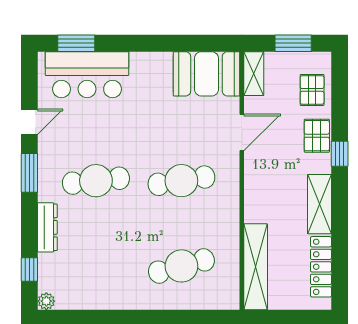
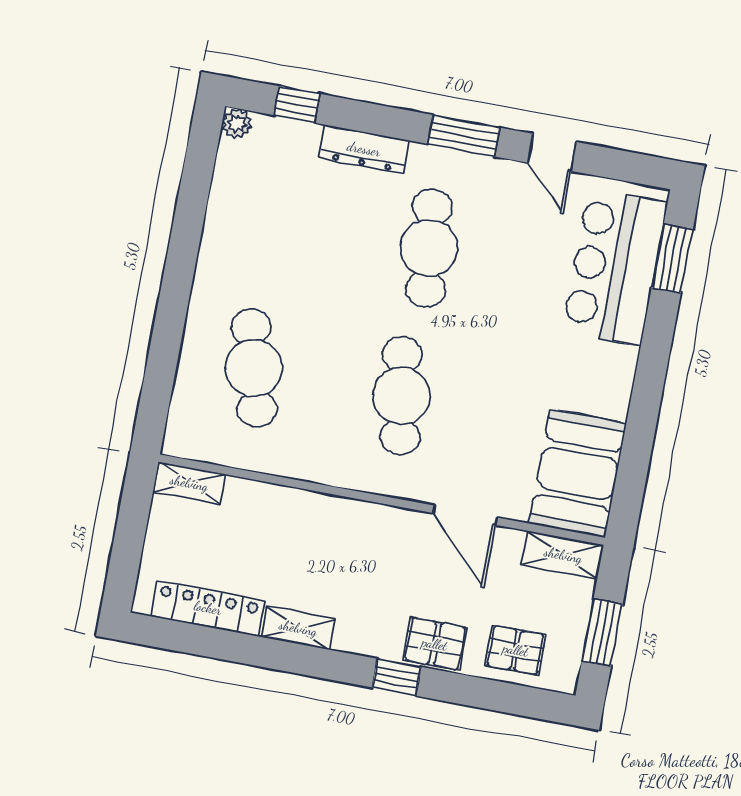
shelving: (319, 204) -> (298, 628), width x0.67, depth x0.75
shelving: (256, 267) -> (189, 483), width x0.45, depth x0.75

